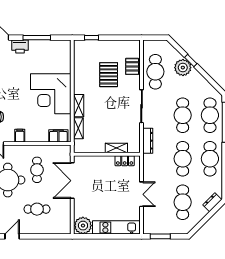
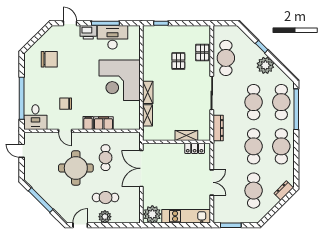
desk: (44, 51) -> (112, 37), added
plant: (183, 68) -> (265, 65), moved
pallet: (109, 75) -> (178, 61), width x0.67, depth x0.71
filing cabinet: (58, 136) -> (103, 123), moved
plant: (36, 228) -> (105, 217), added

